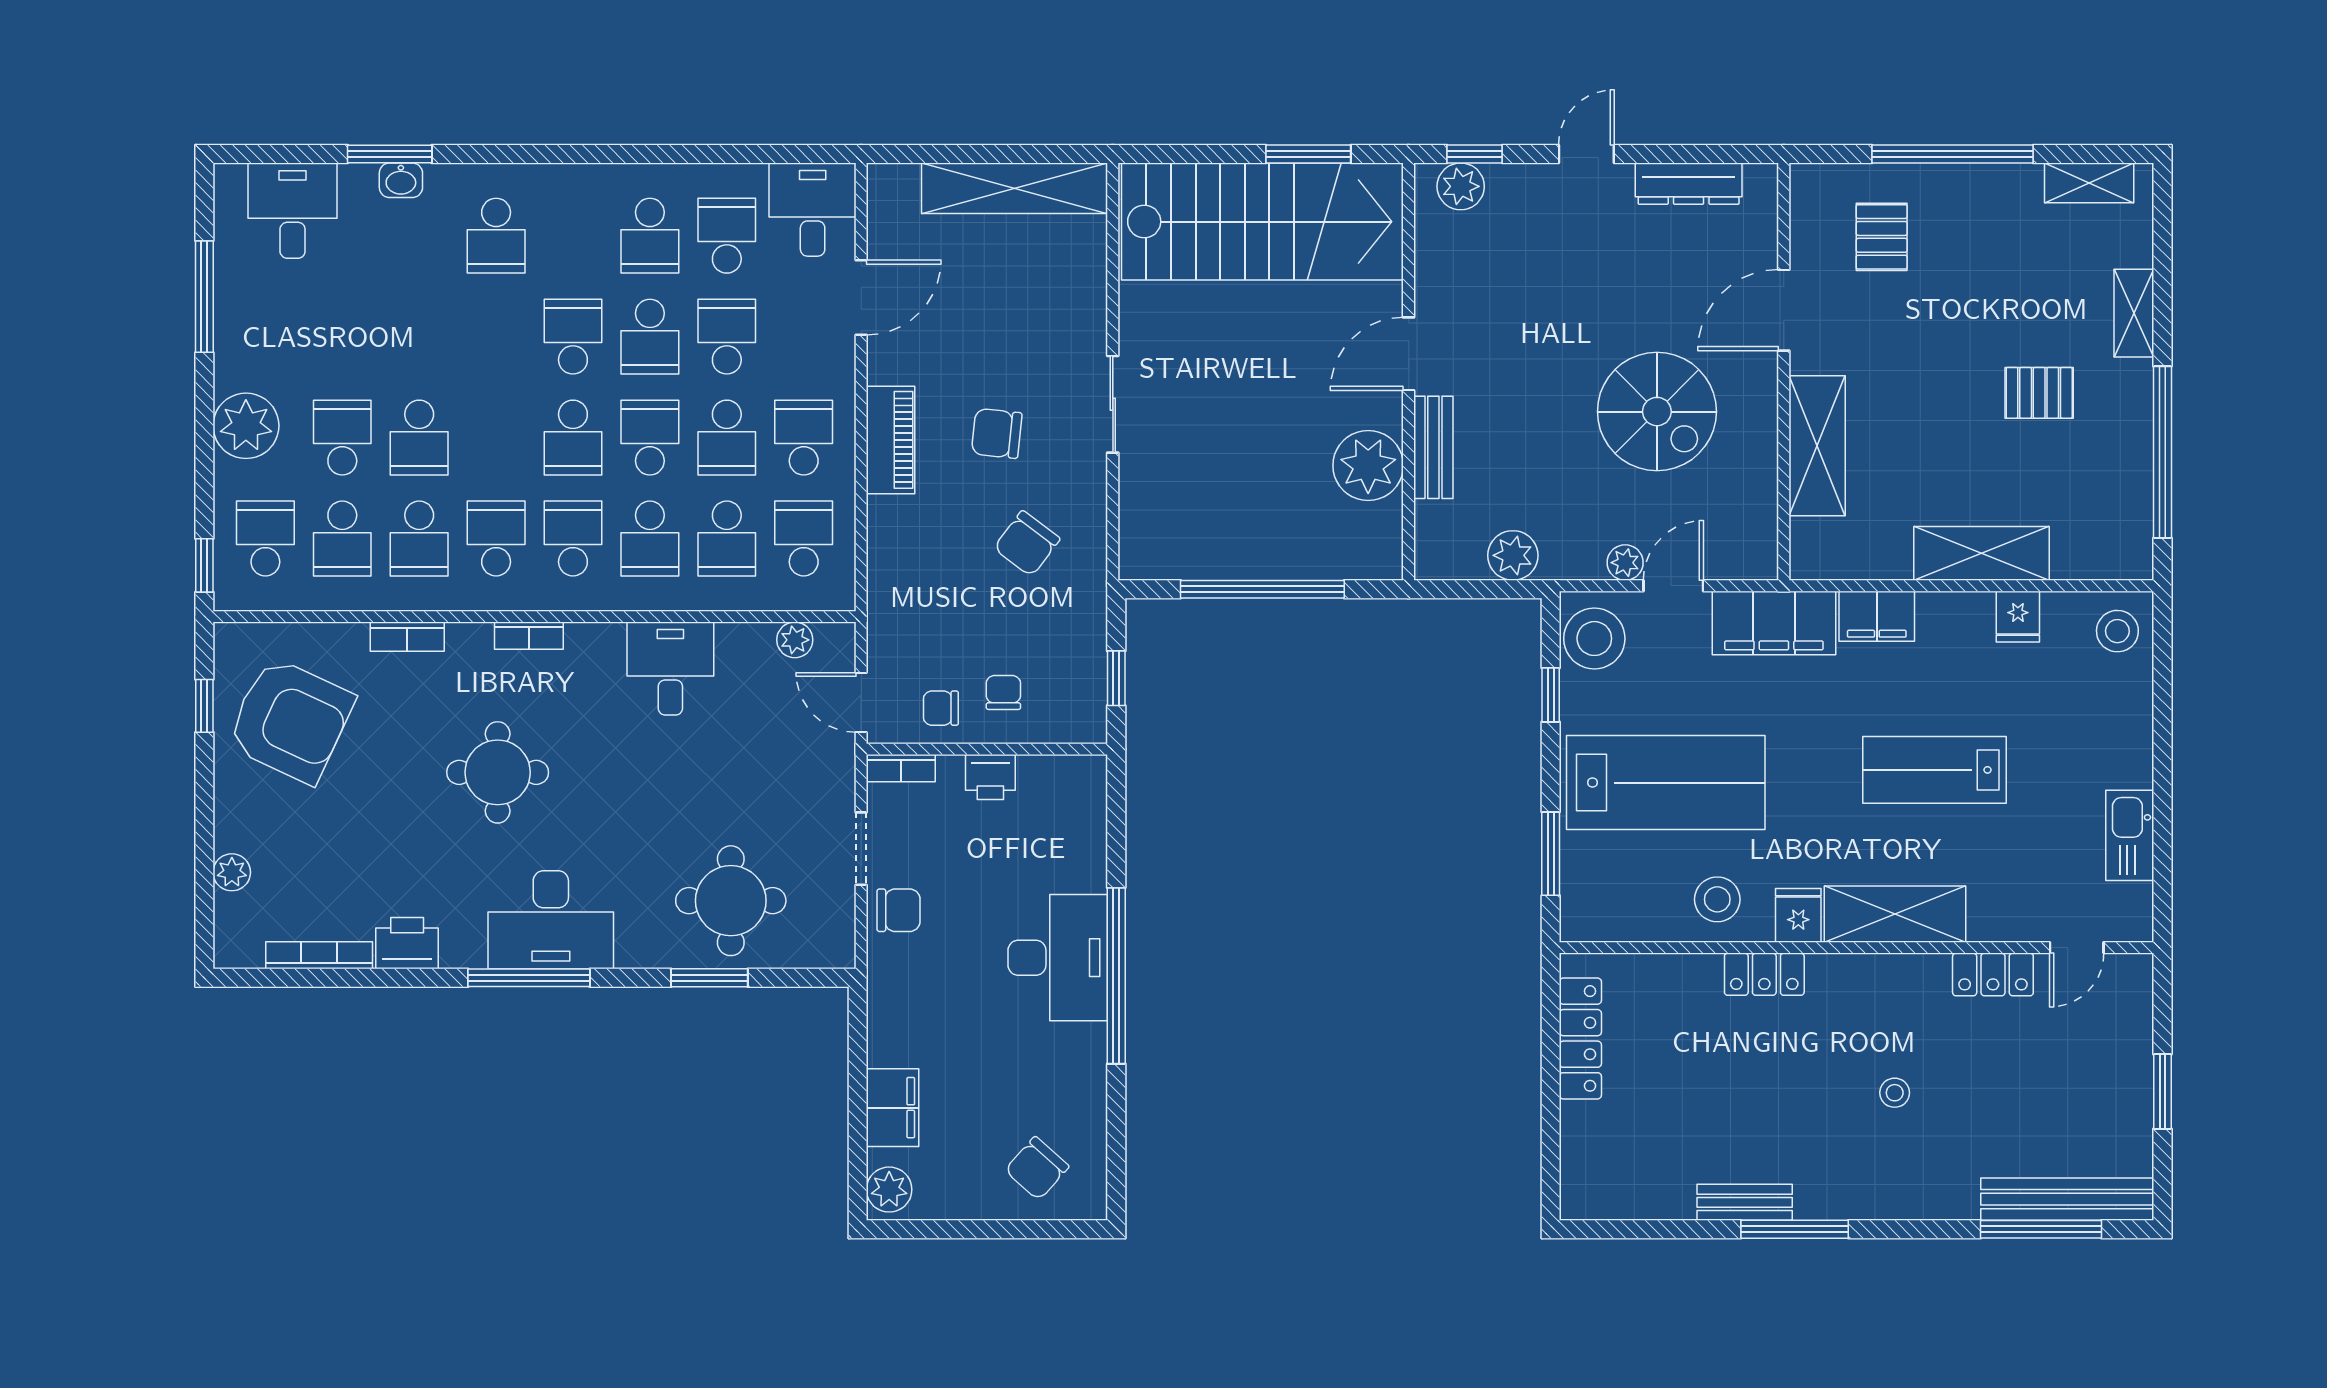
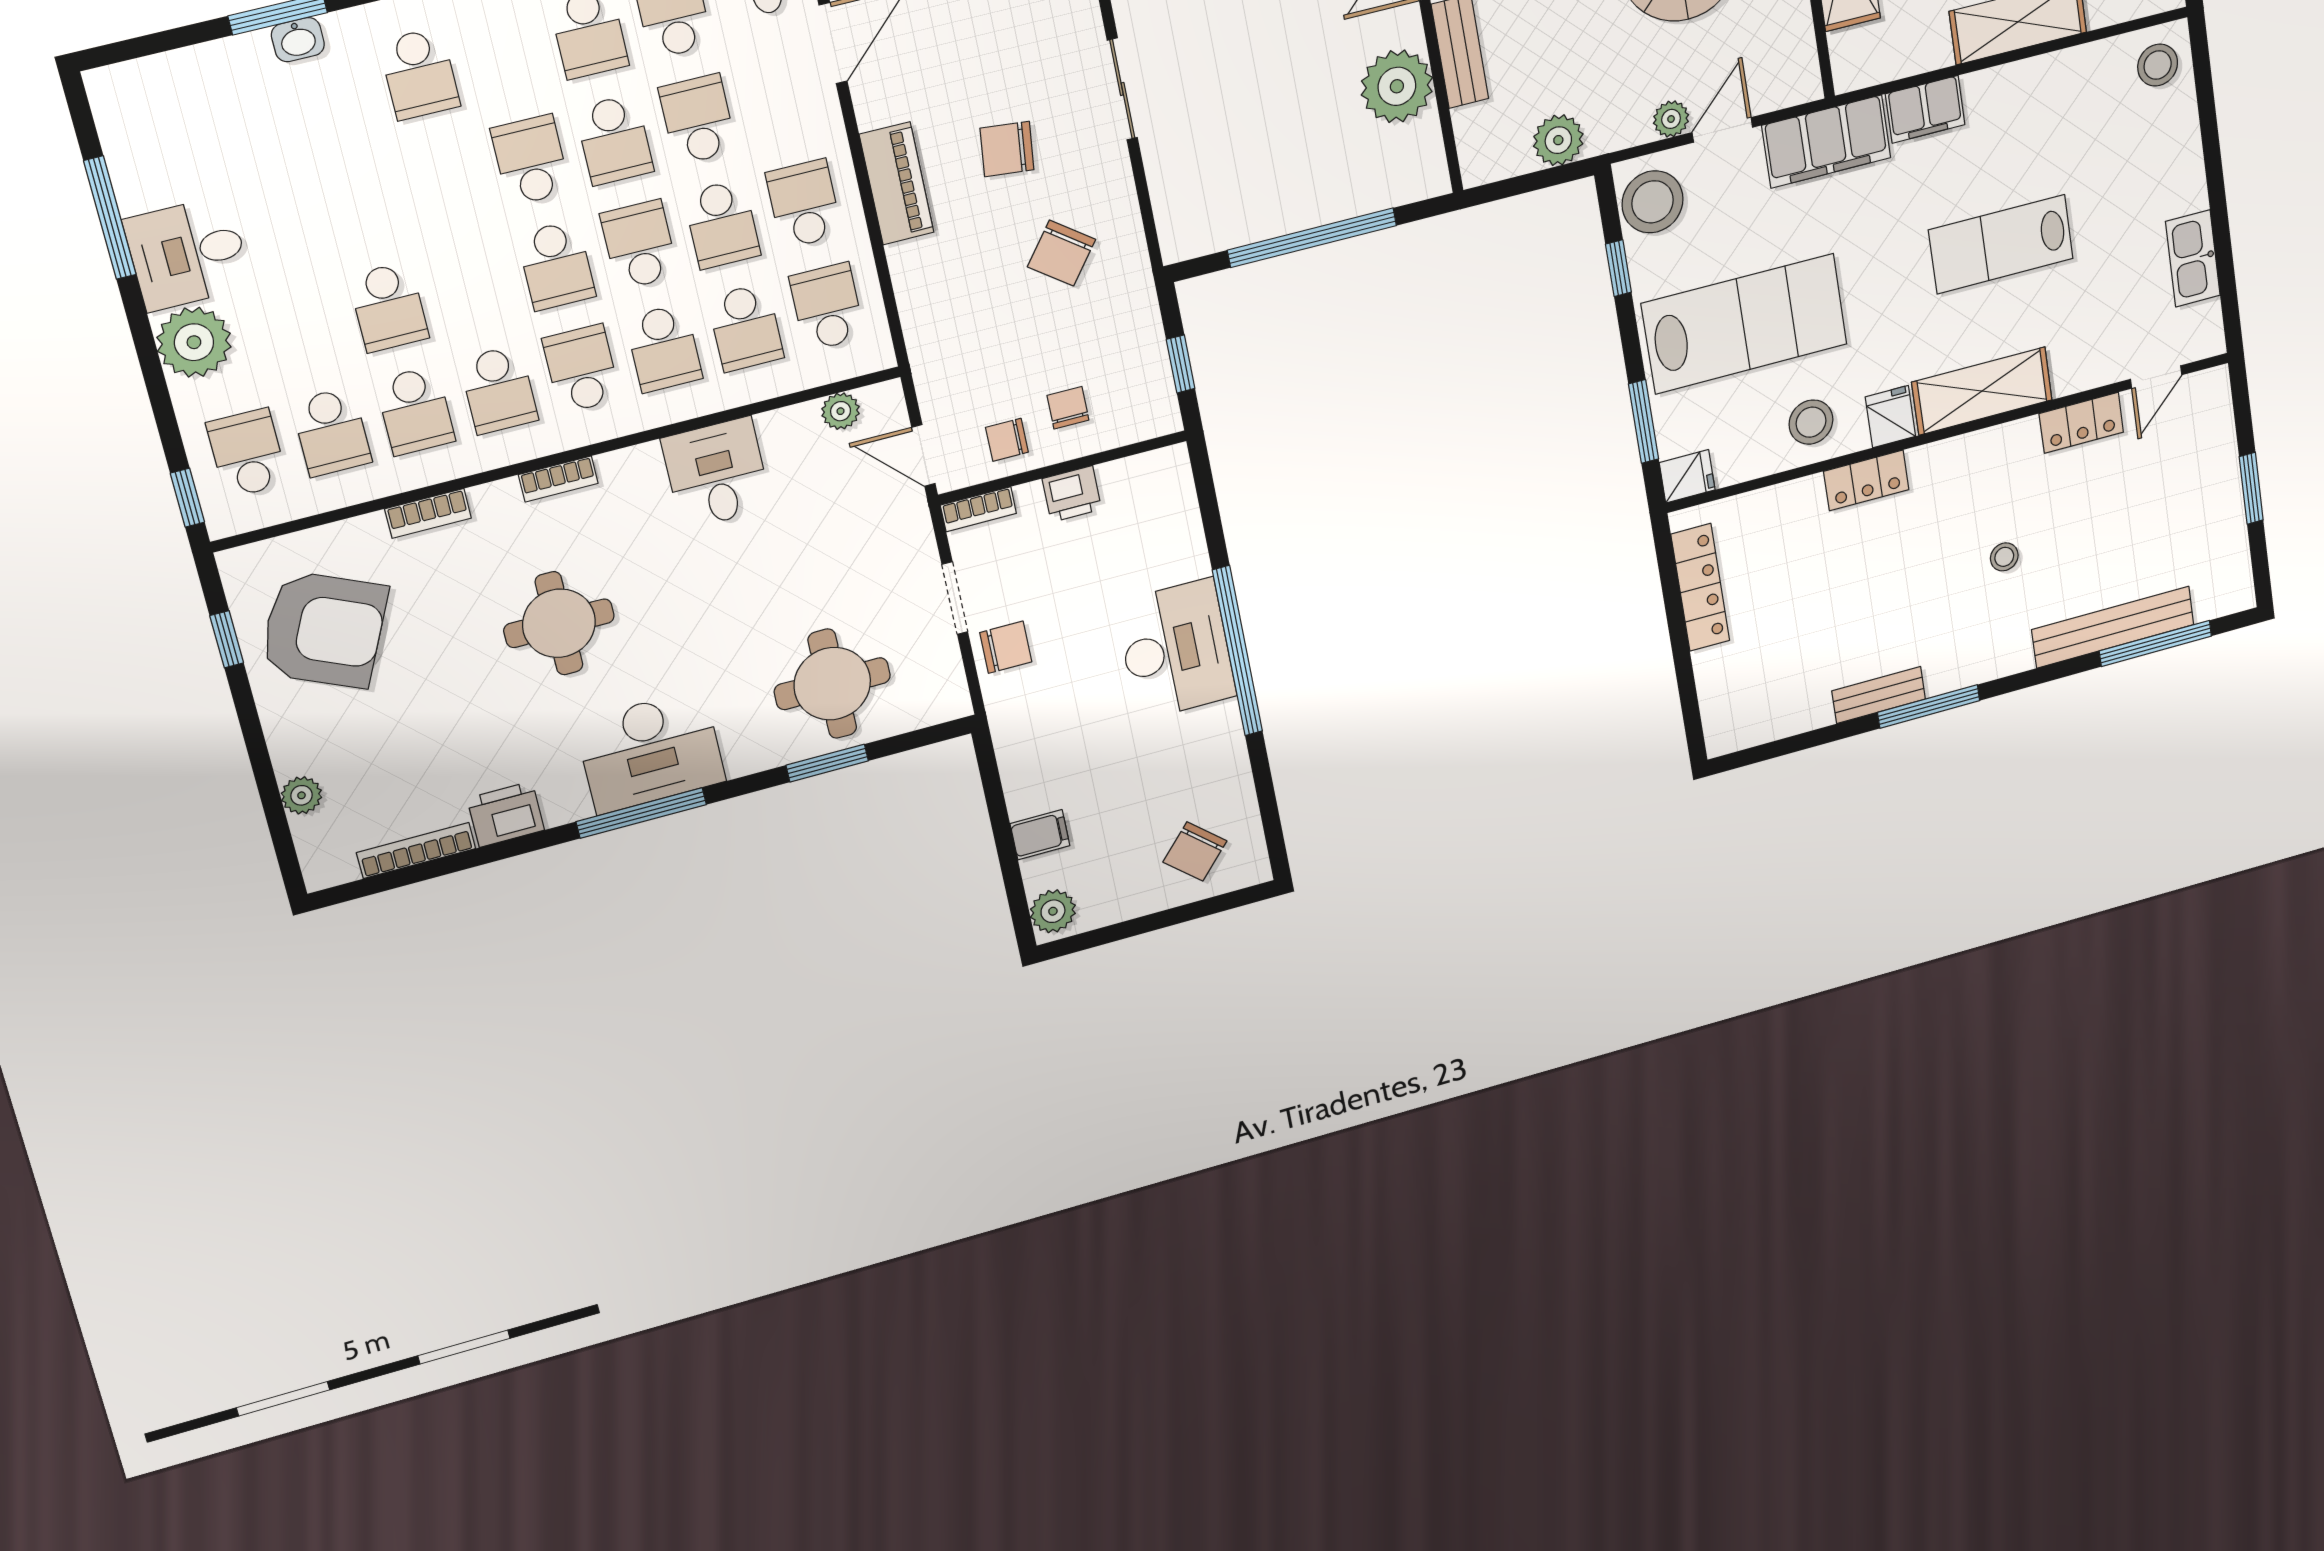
desk: (293, 211) -> (188, 253), moved, turned -90
school desk: (342, 438) -> (304, 328), removed
school desk: (496, 539) -> (499, 390), turned 180
fridge: (2018, 617) -> (1687, 476), moved, turned -90
filing cabinet: (893, 1108) -> (1040, 835), width x0.50
bench: (2067, 1199) -> (2113, 627), moved

